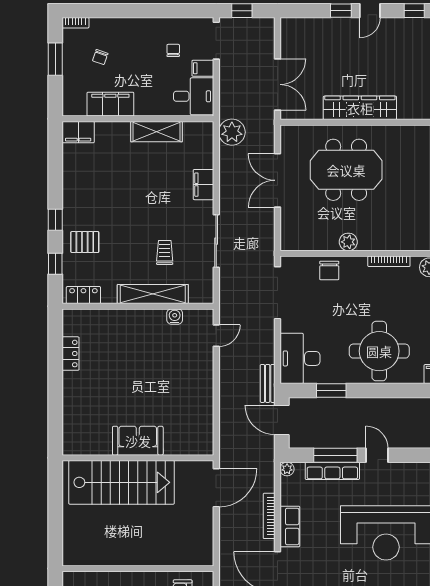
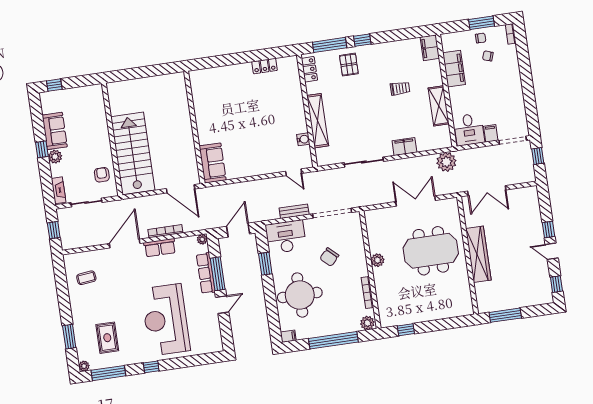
chair: (173, 50) -> (481, 38), moved
meeting table: (346, 170) -> (431, 251), turned 90
trolley: (165, 252) -> (400, 88), moved
window: (55, 264) -> (330, 45), width x2.17
chair: (329, 271) -> (329, 257), moved, turned -47
bench: (268, 383) -> (294, 211), moved
sofa: (138, 441) -> (213, 163), moved
stairs: (121, 482) -> (133, 153), moved, turned 180

